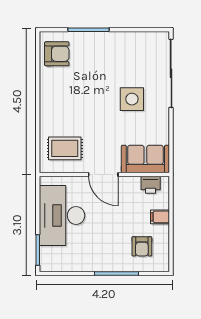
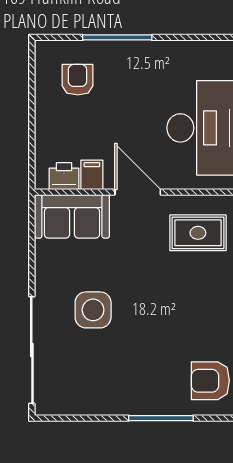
filing cabinet: (160, 217) -> (92, 175), moved, turned -90

